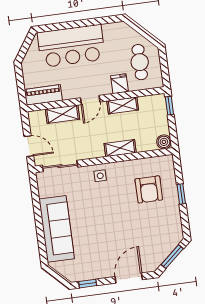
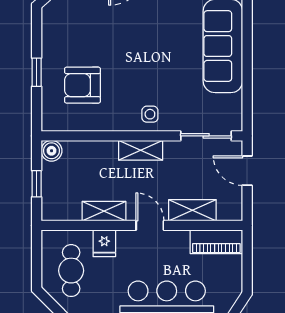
door: (90, 100) -> (150, 225), hinge flipped
window: (169, 106) -> (37, 184), moved
shelving: (120, 148) -> (141, 150), moved
armchair: (149, 189) -> (82, 85), turned -90

